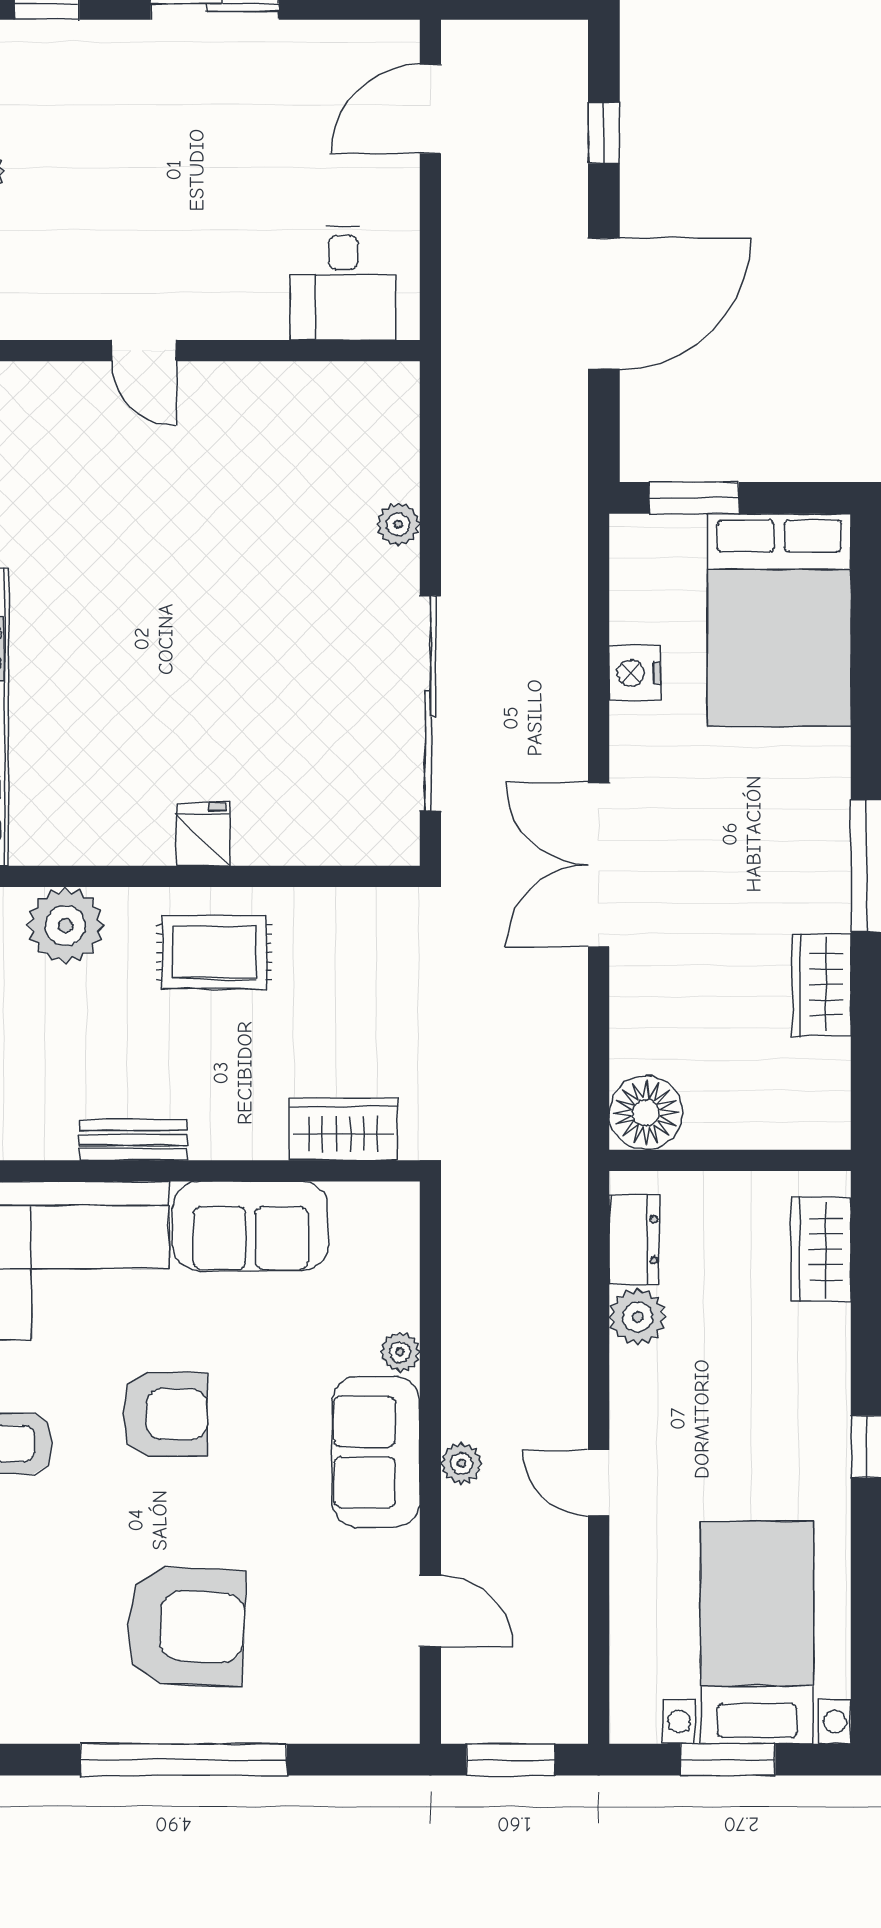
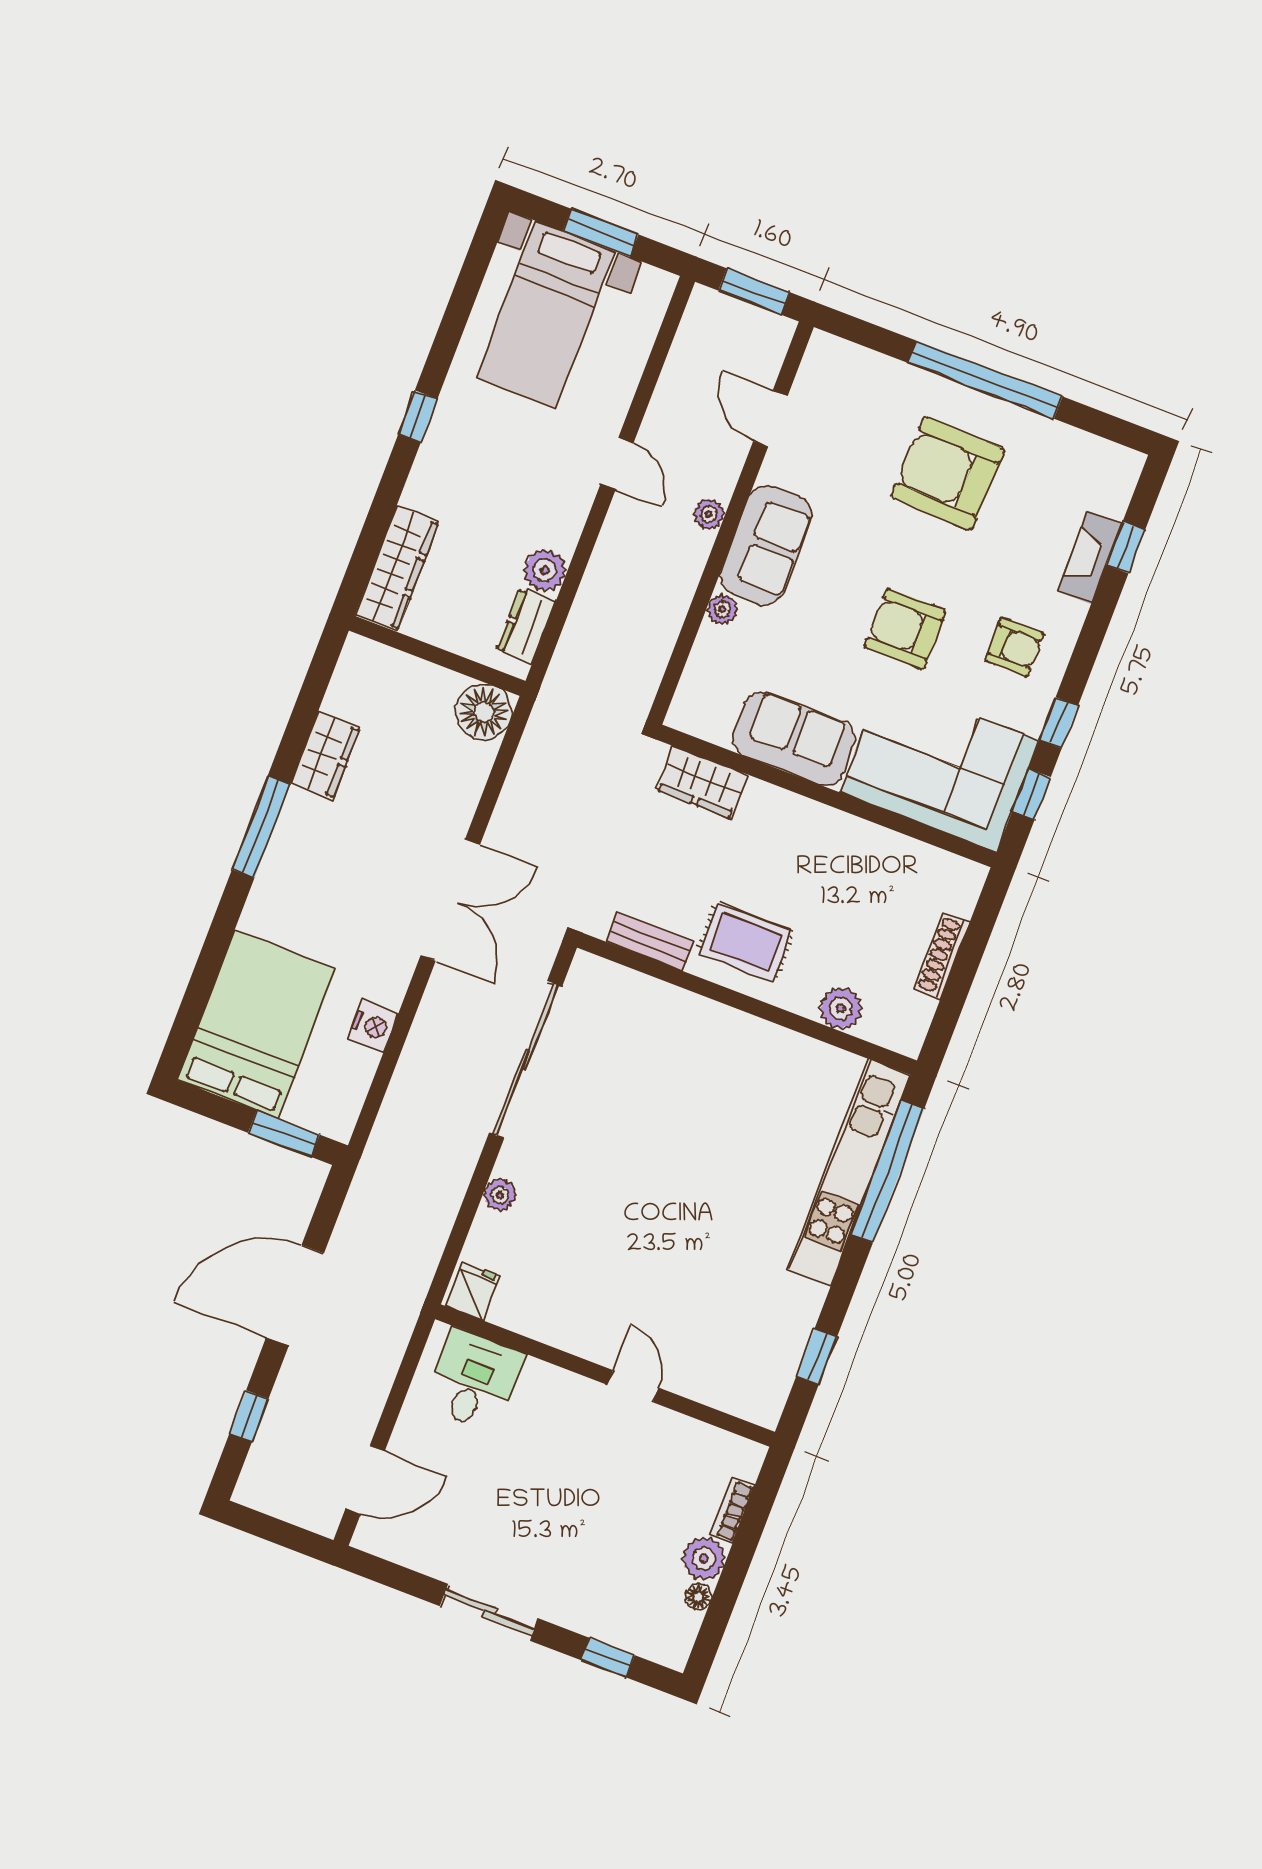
fridge: (203, 834) -> (473, 1291), moved, turned 180
plant: (66, 926) -> (841, 1008), width x0.73, depth x0.73
bench: (133, 1140) -> (650, 942), moved
wardrobe: (821, 1249) -> (397, 568), width x1.50

